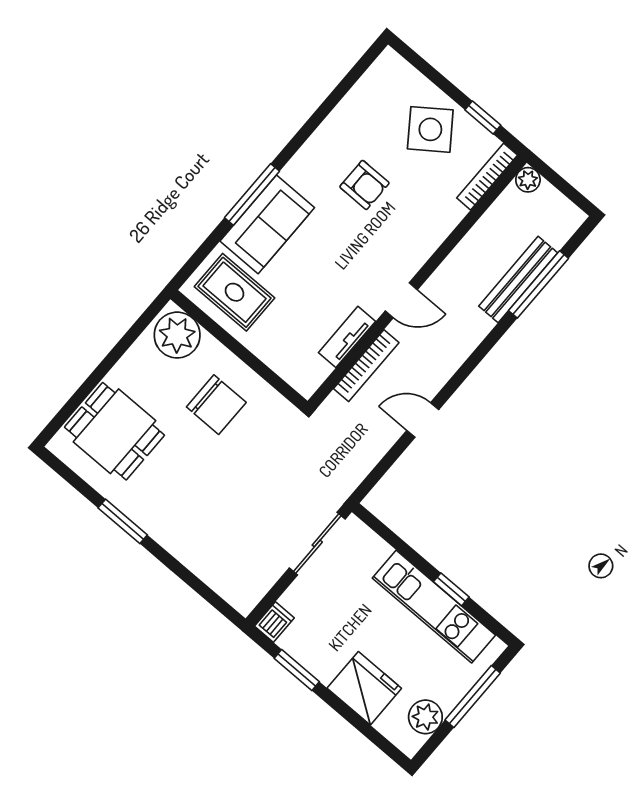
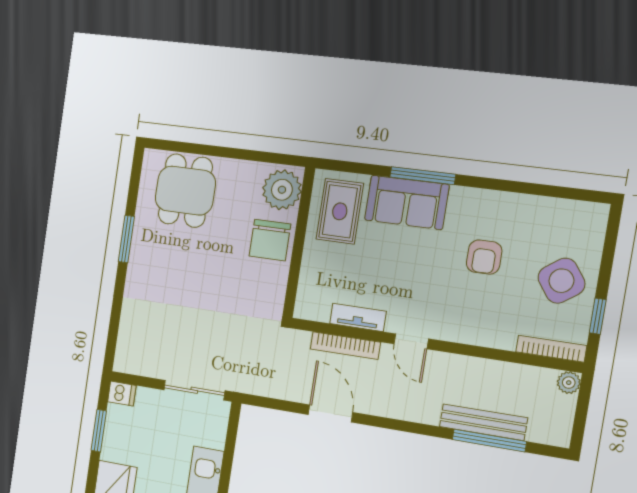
chair: (216, 405) -> (270, 240), moved
door: (423, 420) -> (330, 413), width x1.38

